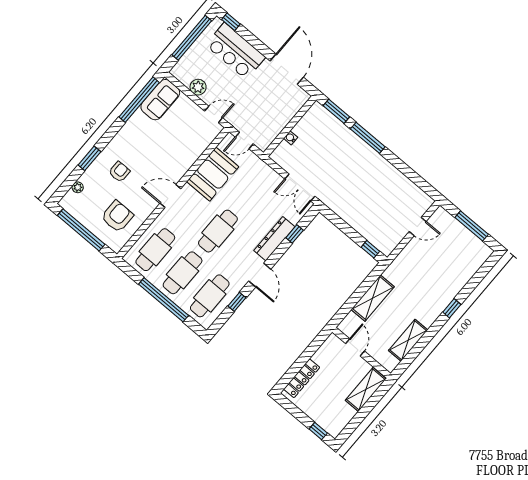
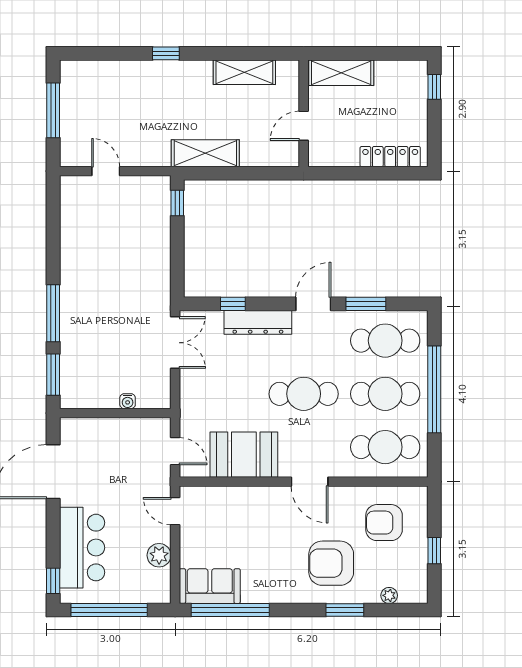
armchair: (119, 172) -> (331, 563), width x1.88, depth x1.88
window: (81, 230) -> (434, 551), width x0.32
shelving: (373, 298) -> (205, 153), moved
window: (237, 302) -> (366, 304), width x1.50

